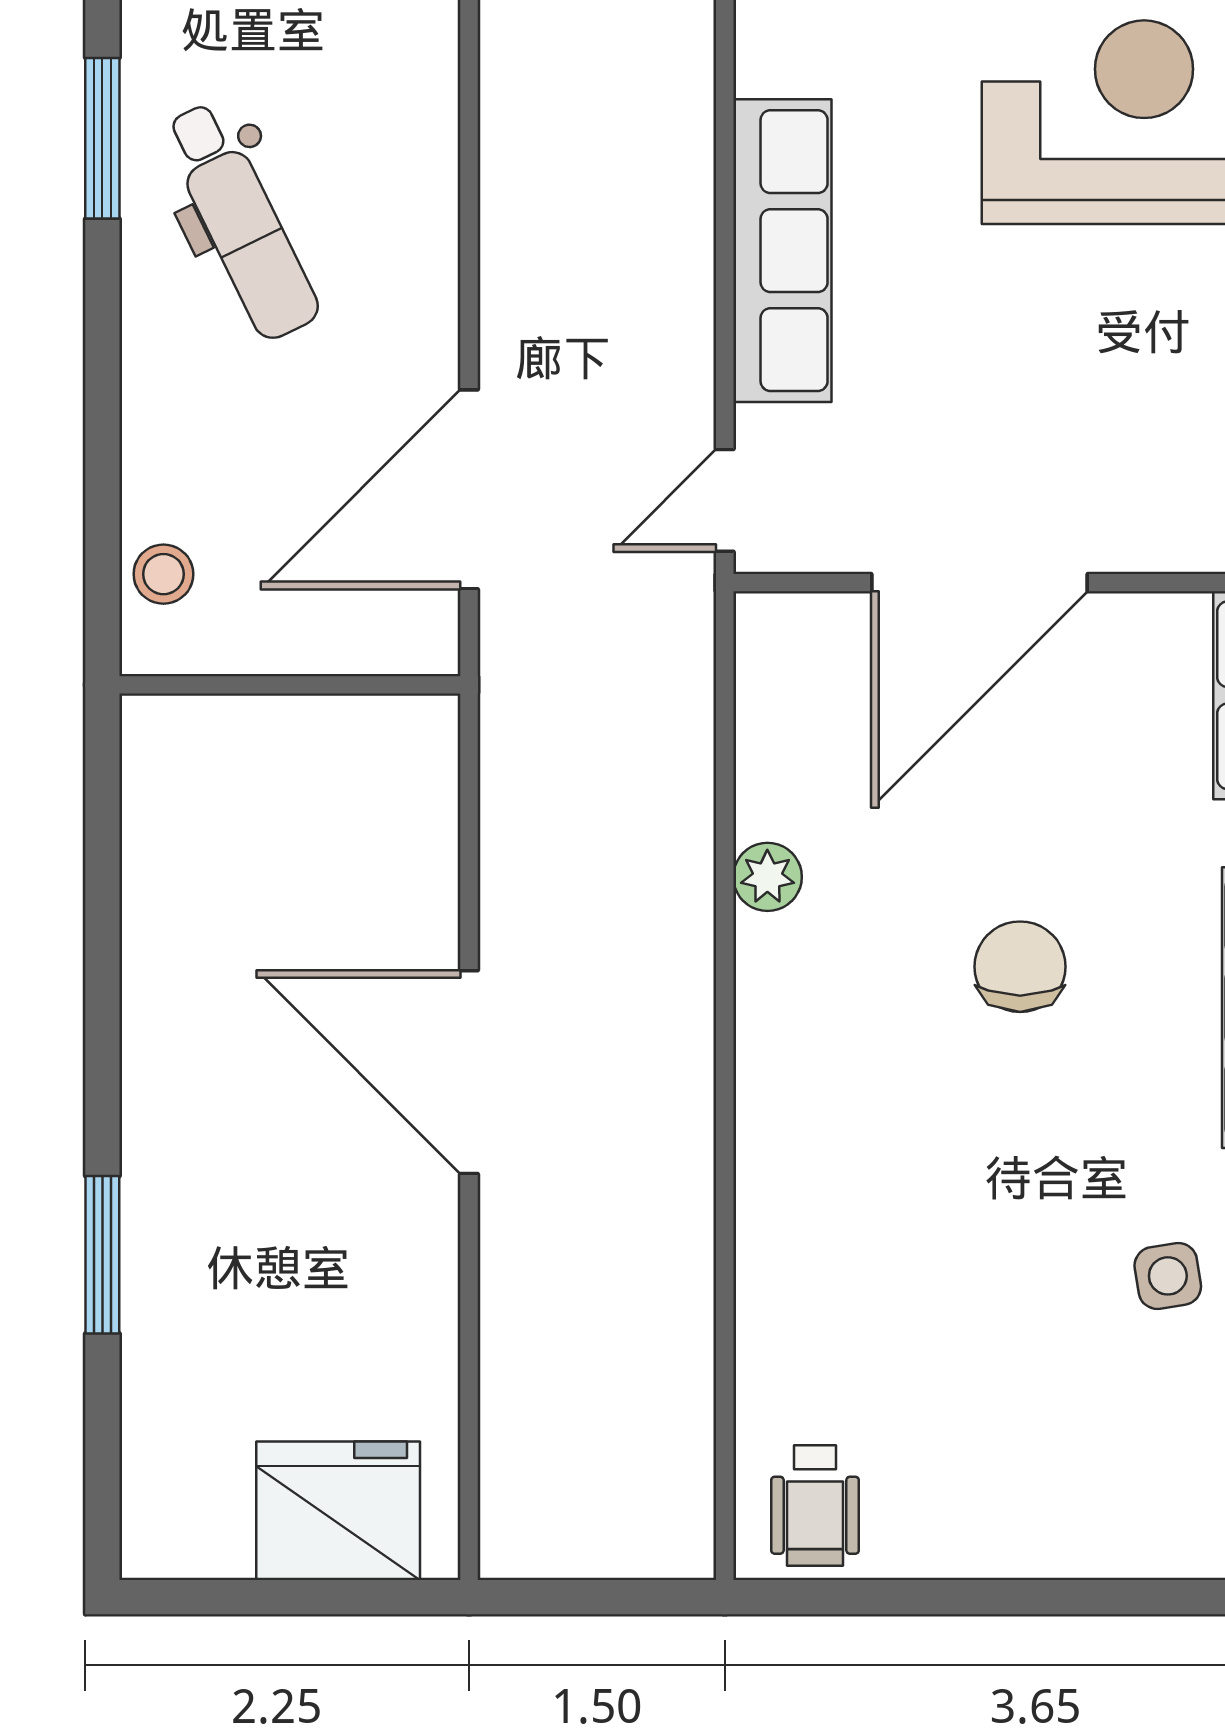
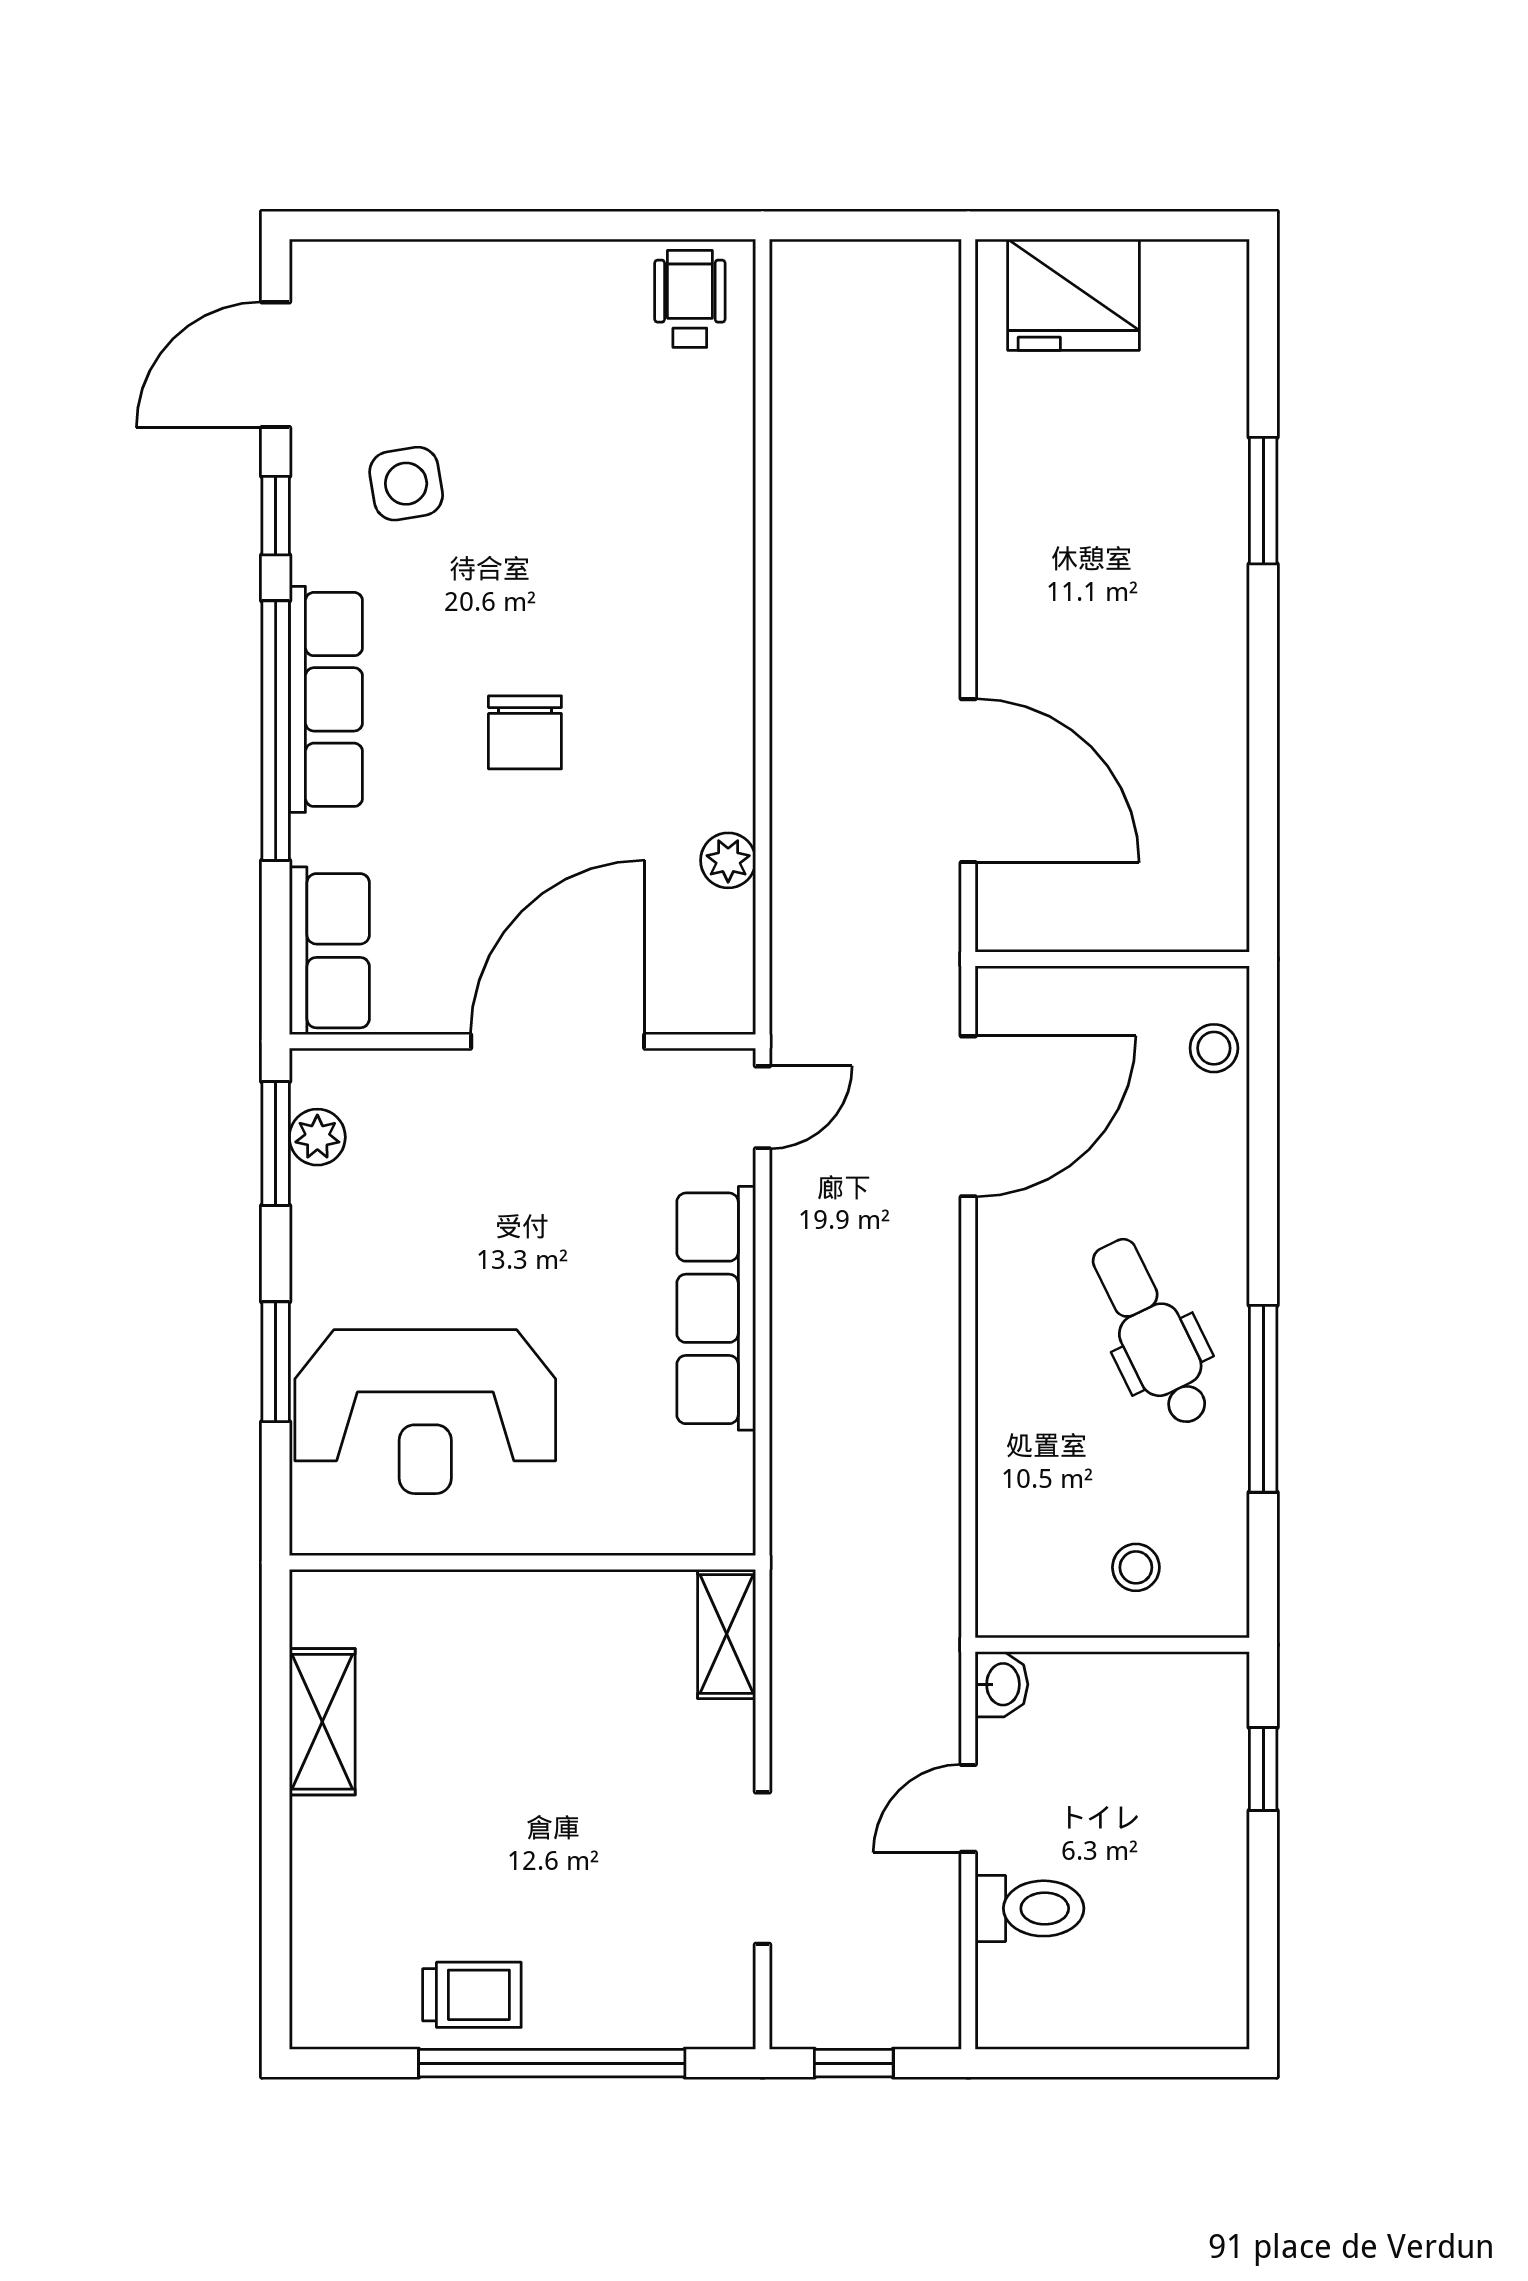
window: (102, 138) -> (1263, 1399), width x1.44
plant: (767, 877) -> (728, 860), moved
door: (469, 1072) -> (968, 781), moved
side table: (1168, 1276) -> (406, 484), width x1.37, depth x1.37

